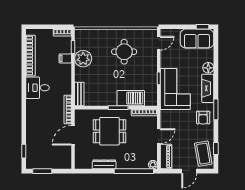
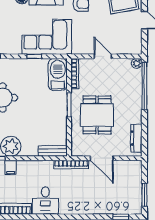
barbecue: (131, 98) -> (58, 74), moved
piano: (166, 157) -> (127, 48), removed
dresser: (104, 164) -> (136, 138), moved

